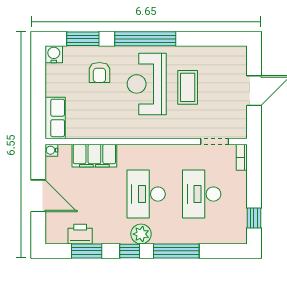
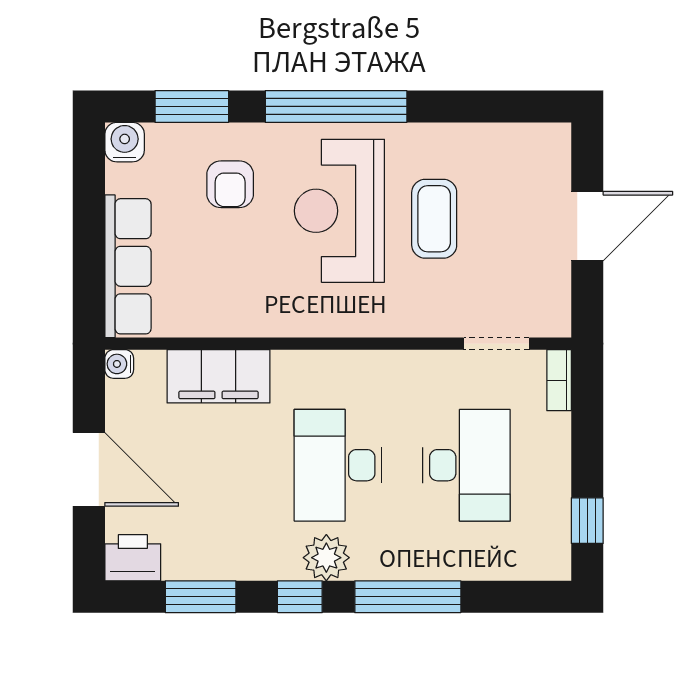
row of seats: (55, 118) -> (128, 266), width x1.48
desk: (202, 194) -> (466, 465), turned 180
printer: (80, 234) -> (133, 558), moved

